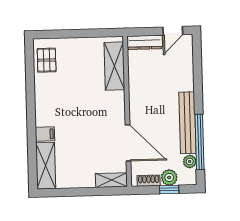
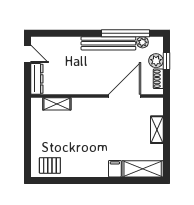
shelving: (114, 66) -> (57, 104), width x0.67, depth x0.75
shelving: (111, 180) -> (157, 130), moved

